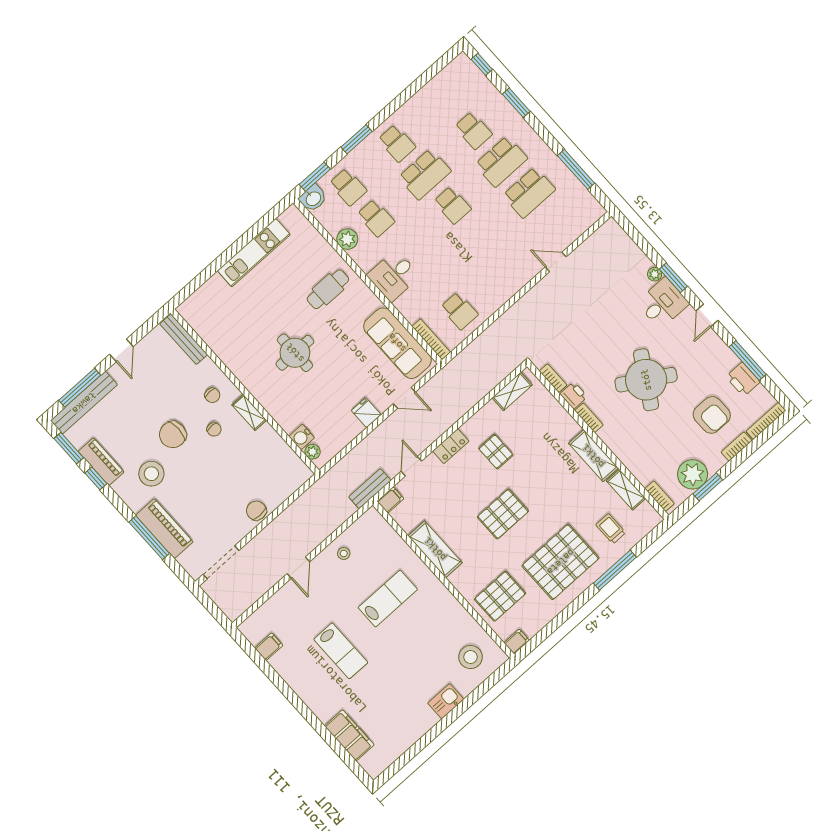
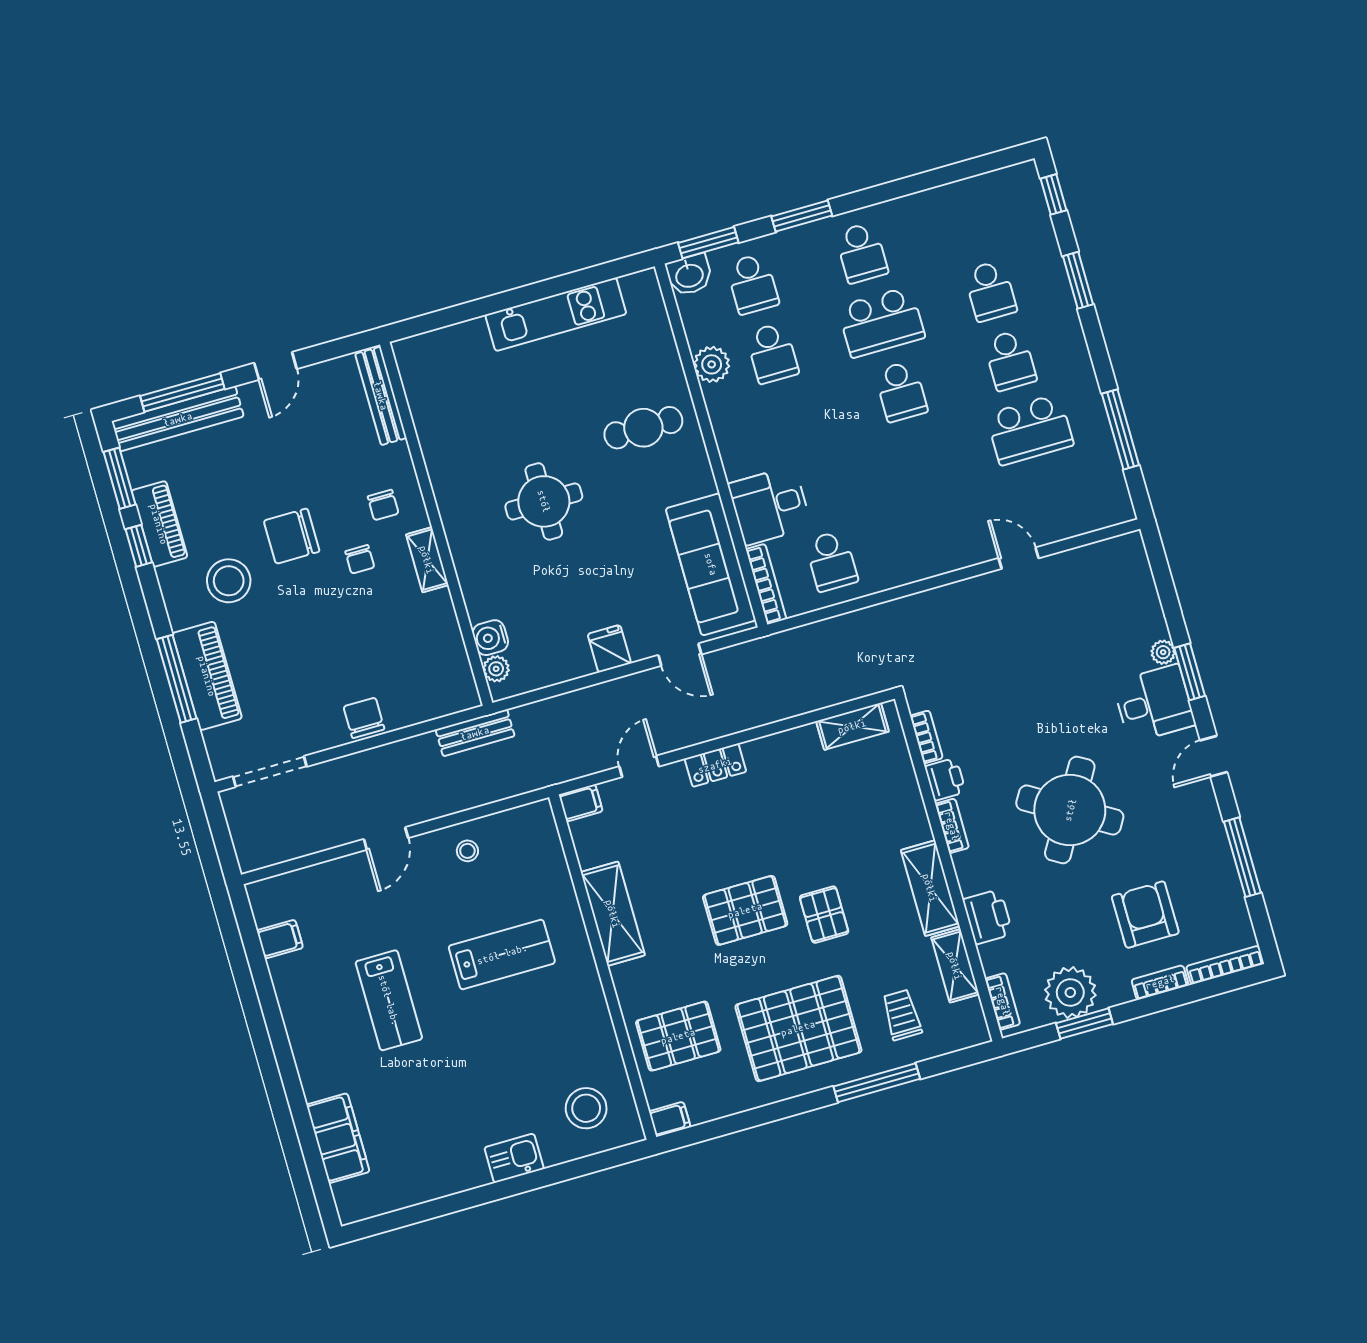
school desk: (501, 161) -> (1010, 360), width x0.54
desk: (394, 276) -> (770, 506), moved
printer: (743, 379) -> (988, 917), moved, turned 180
armchair: (712, 415) -> (1145, 915), turned 180
pallet: (496, 452) -> (824, 915), moved
bench: (370, 489) -> (475, 733), moved

